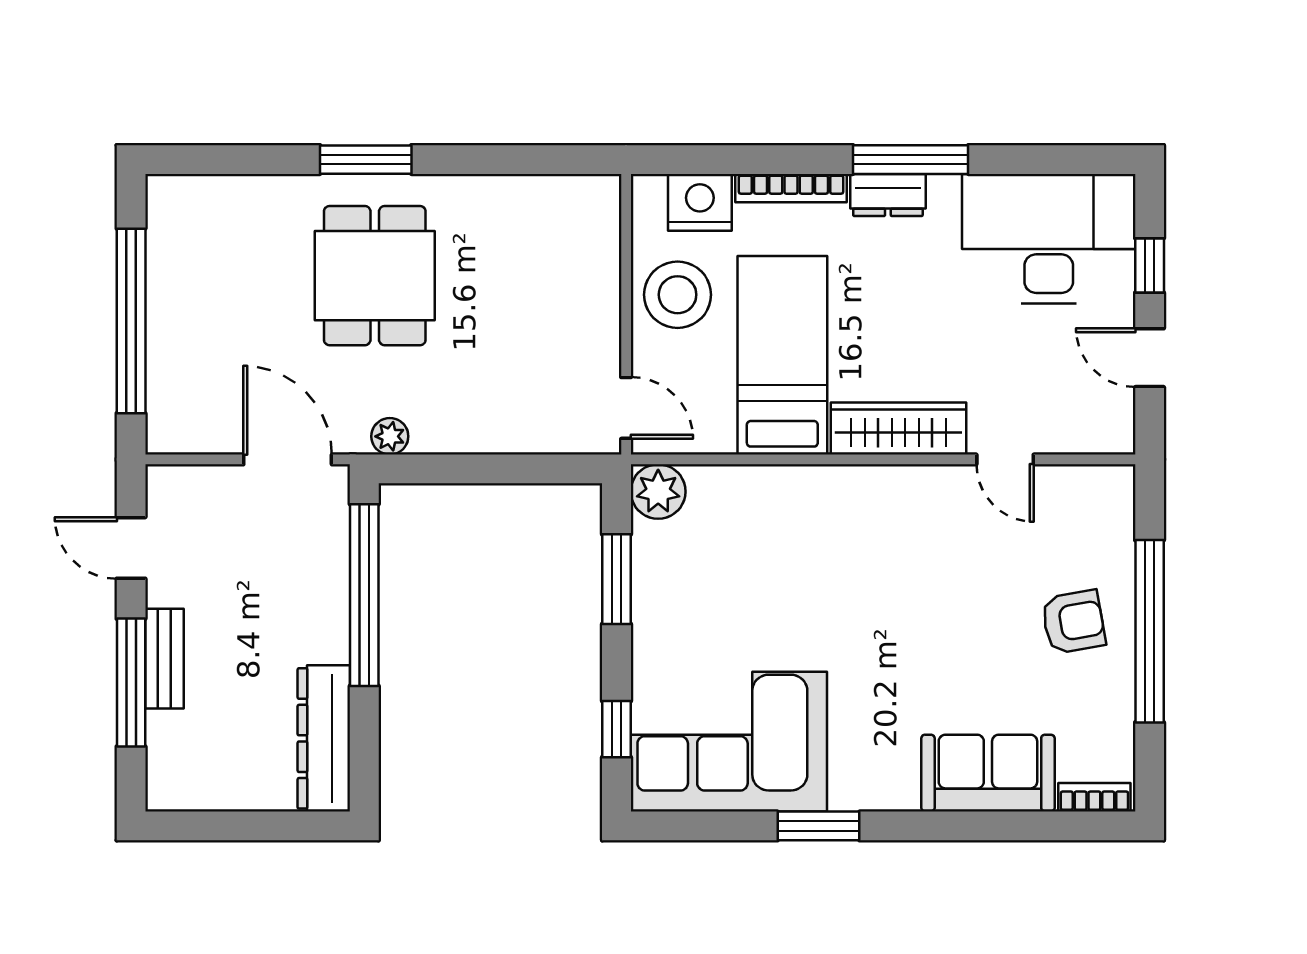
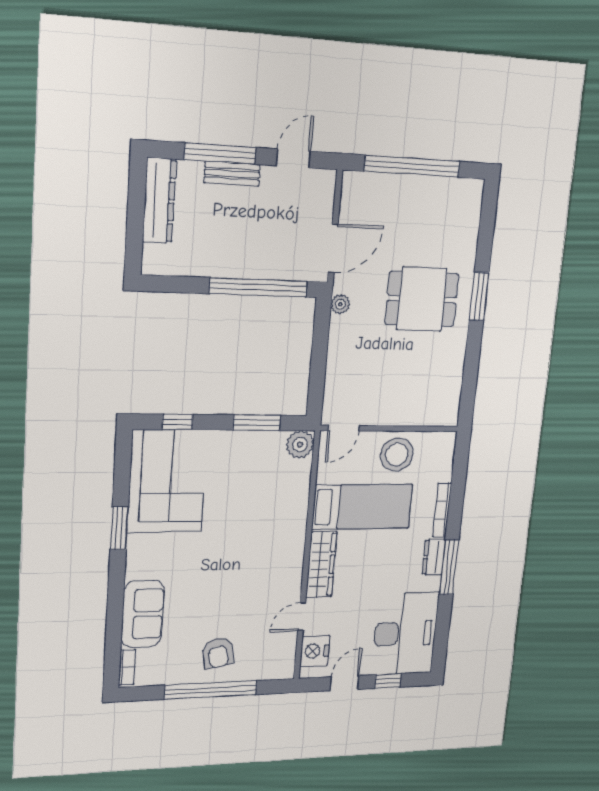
nightstand: (700, 202) -> (315, 651), moved, turned 180
dresser: (324, 738) -> (159, 201), moved, turned 90

